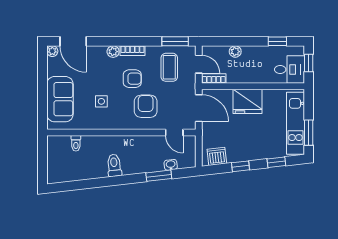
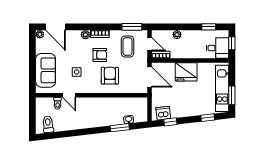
door: (174, 132) -> (69, 95), moved
toilet: (114, 165) -> (48, 124), moved
window: (241, 166) -> (170, 122), moved

